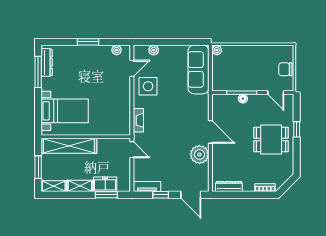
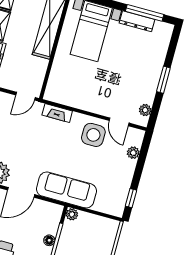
window: (191, 42) -> (131, 198), added
plant: (217, 50) -> (72, 214), moved
dresser: (47, 62) -> (137, 21), moved
sofa: (198, 69) -> (66, 190), moved

